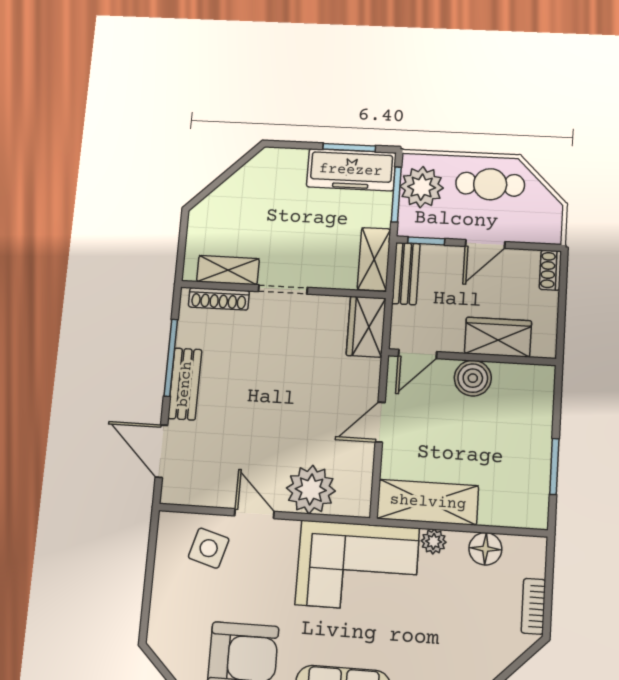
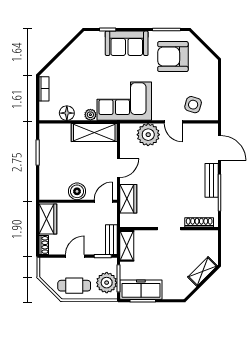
shelving: (228, 270) -> (203, 271), moved, turned -45
wardrobe: (366, 327) -> (128, 199), moved
wardrobe: (498, 337) -> (48, 219), moved, turned -90

